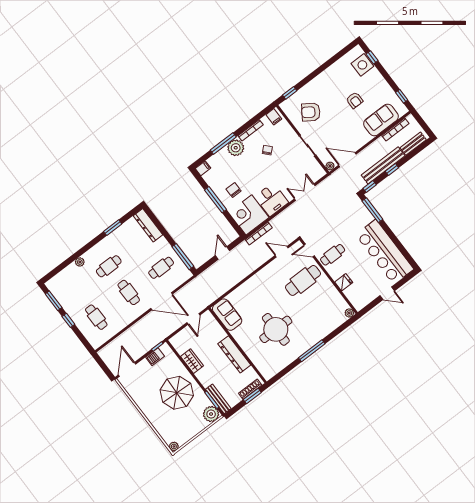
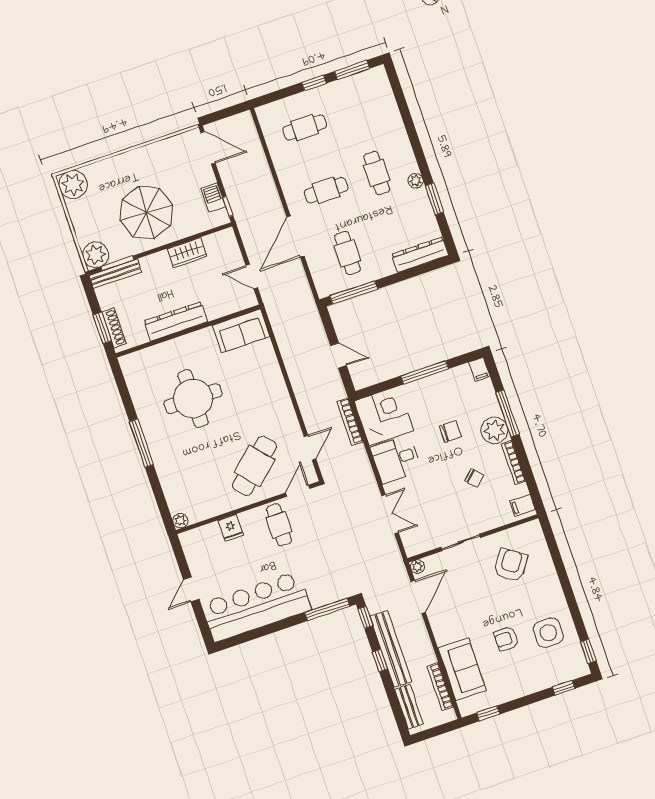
side table: (362, 65) -> (548, 633), moved
window: (290, 93) -> (588, 651), moved
chair: (234, 190) -> (450, 431), moved
plant: (80, 262) -> (416, 181), moved
cafe table: (303, 280) -> (254, 466), turned 48
plant: (174, 446) -> (73, 185), width x1.88, depth x1.88

